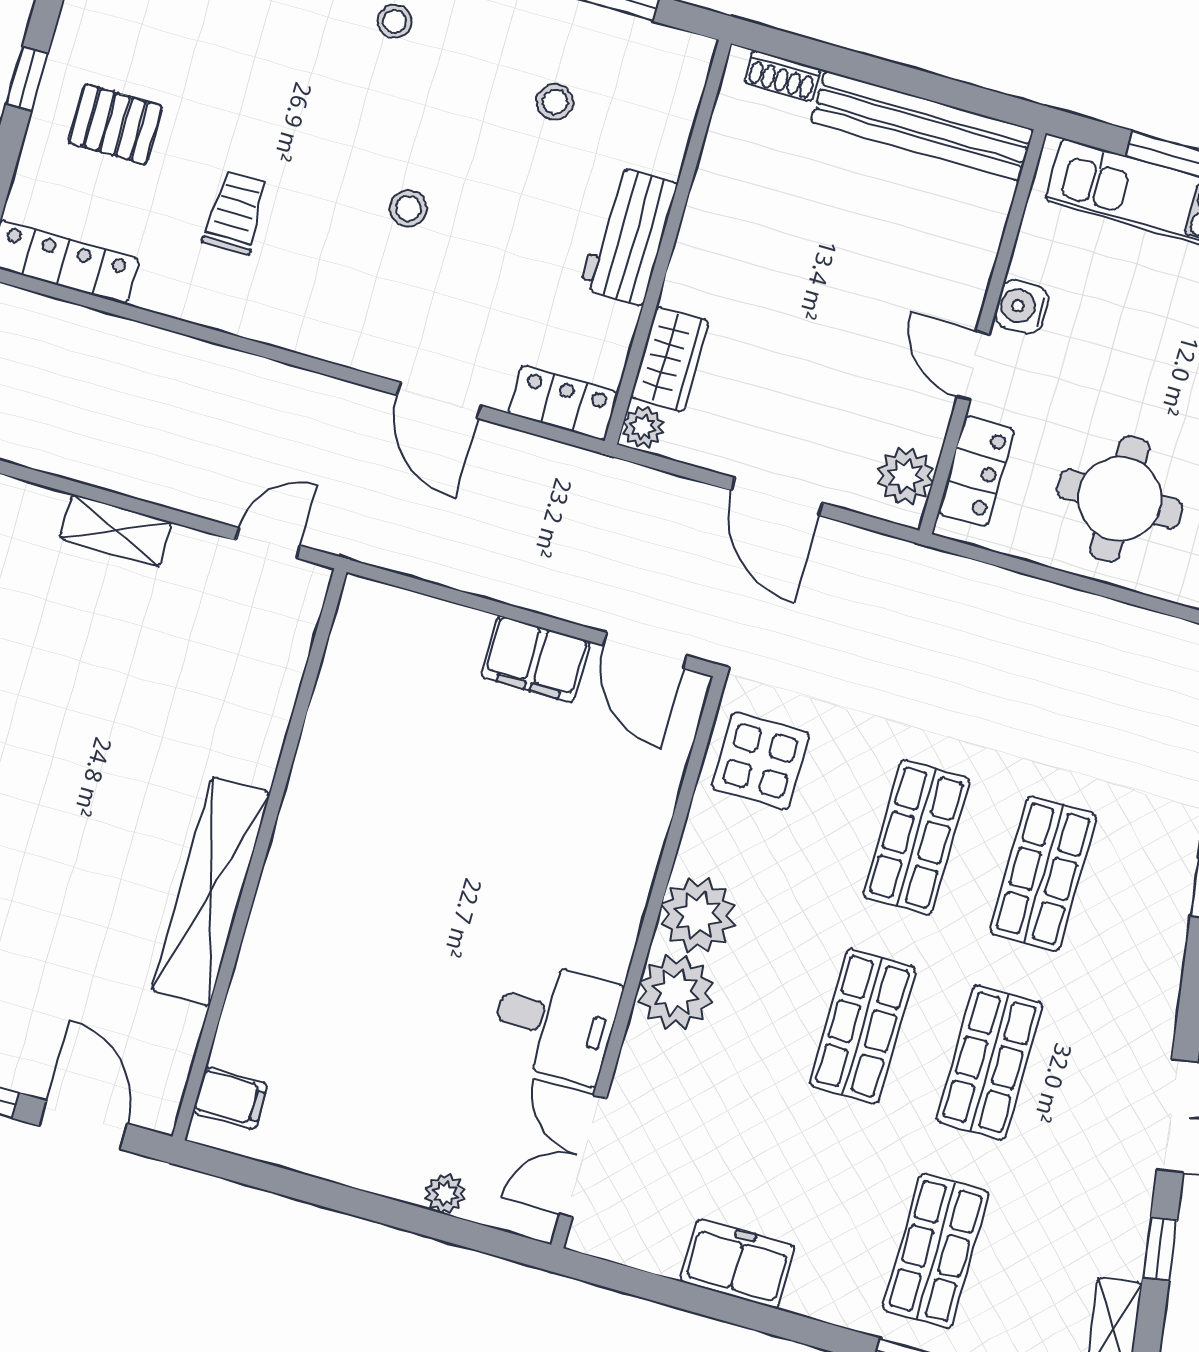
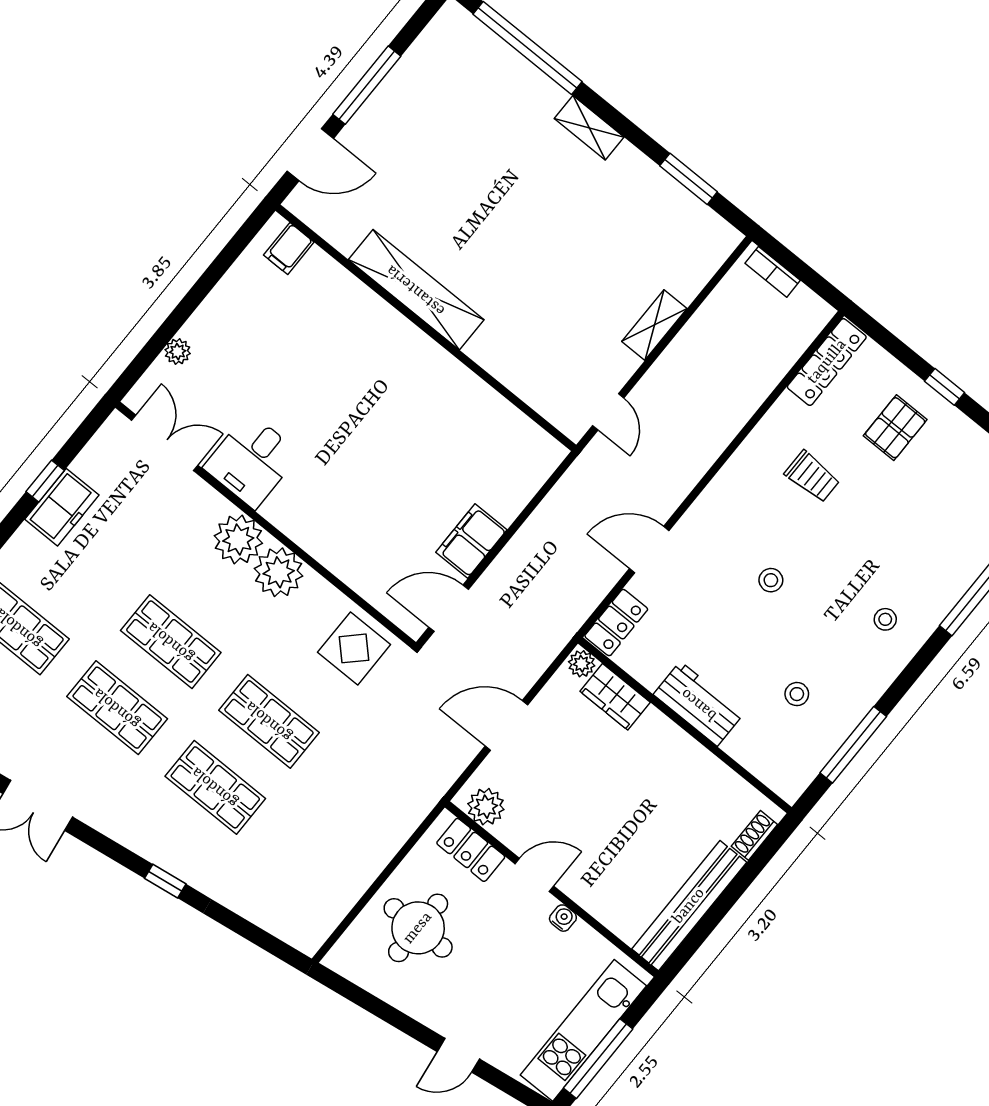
water cooler: (1022, 307) -> (563, 918), width x0.72, depth x0.72
window: (711, 1303) -> (45, 481), added

